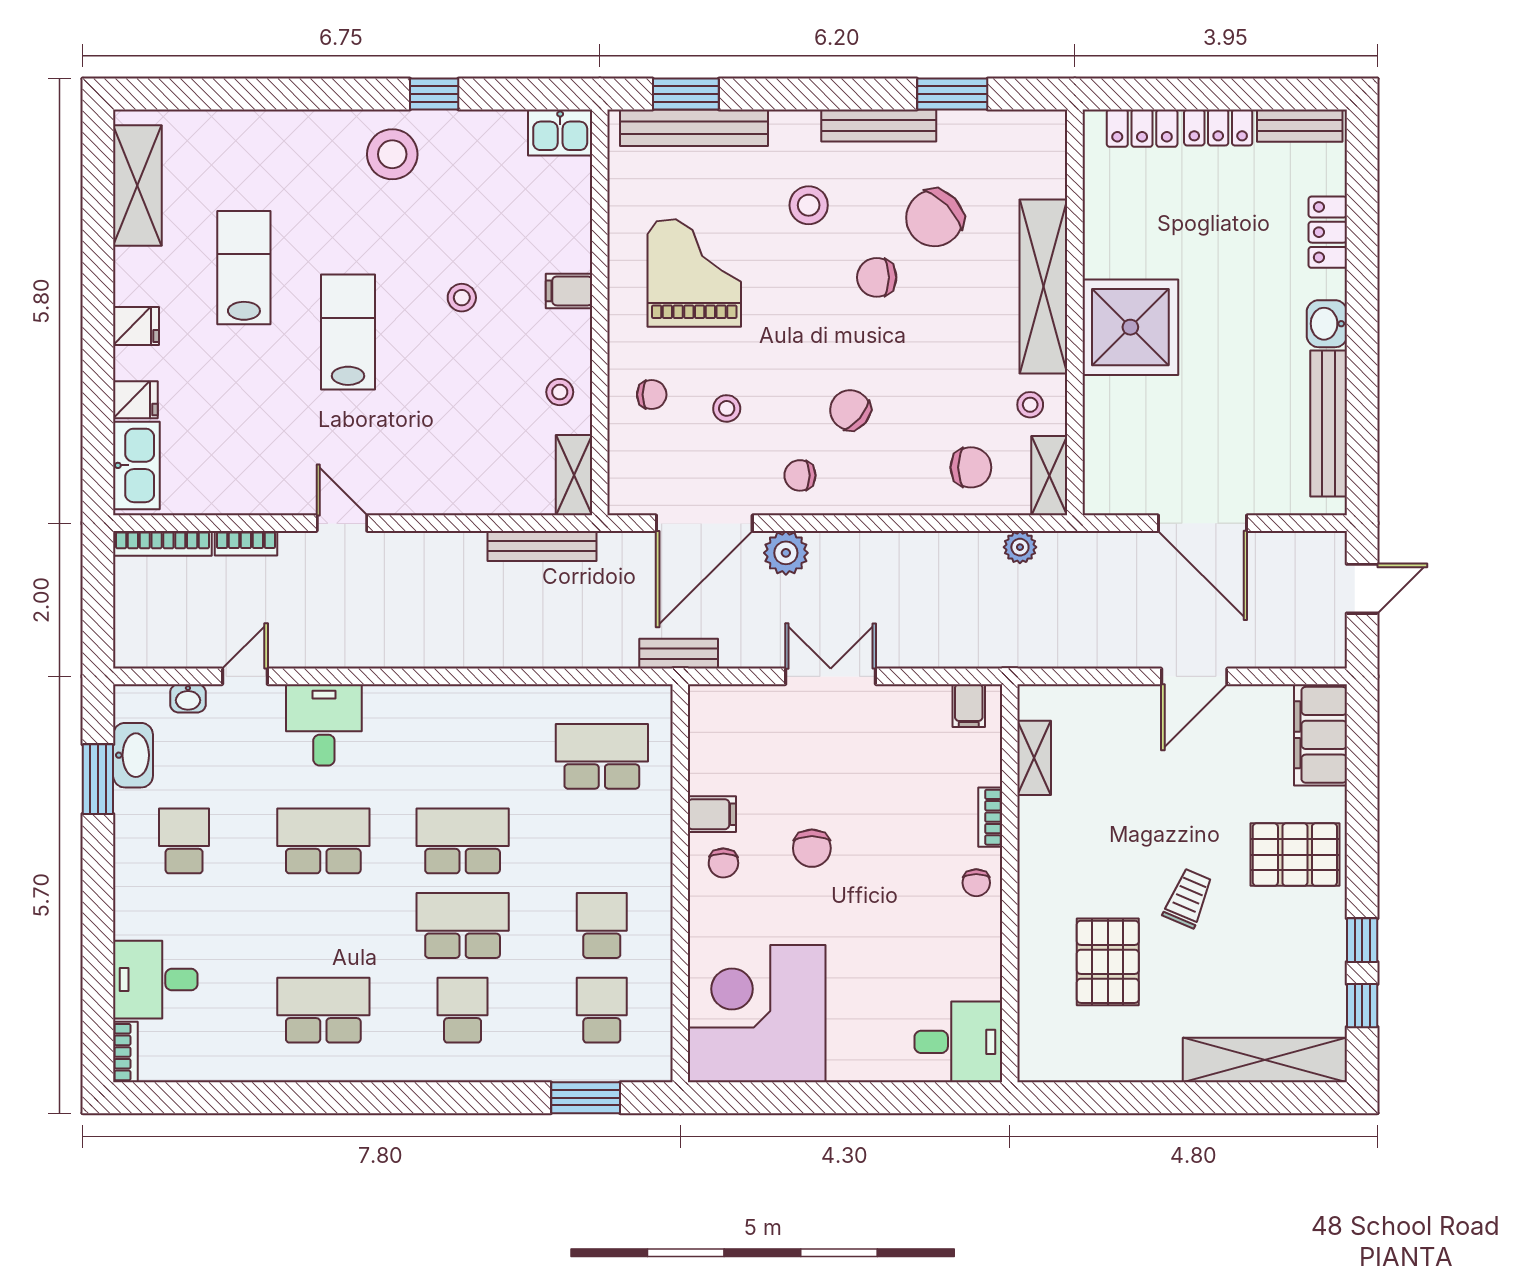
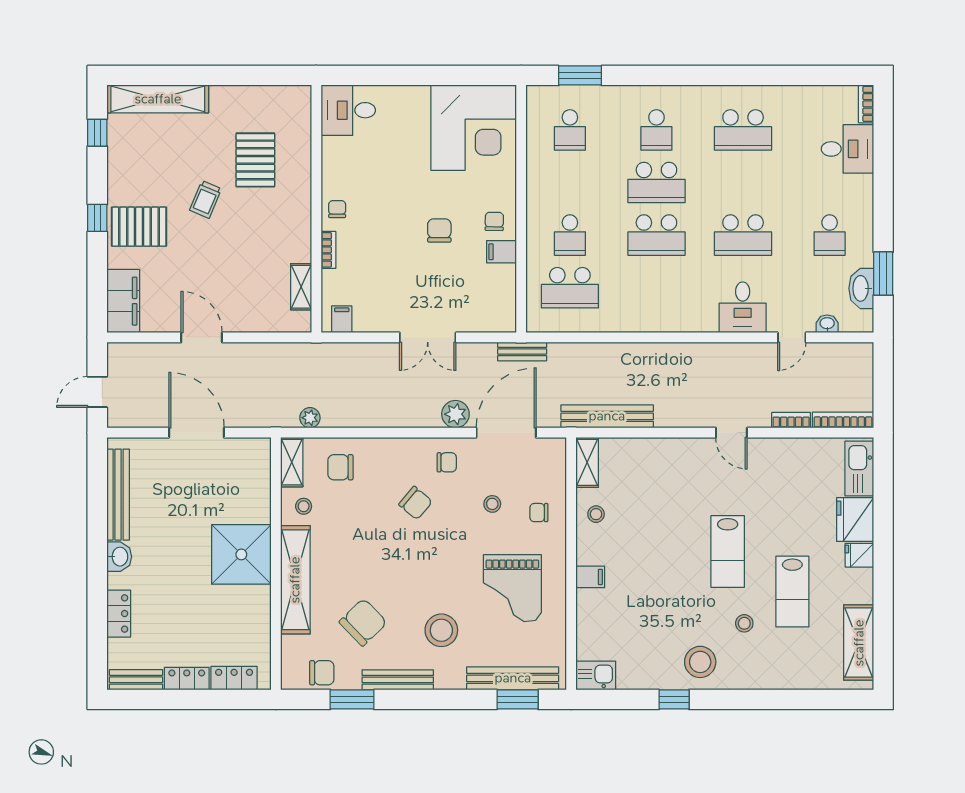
stool: (809, 205) -> (441, 630), width x1.38, depth x1.38
chair: (877, 277) -> (322, 673), moved
stool: (462, 298) -> (744, 623), moved
fridge: (135, 400) -> (855, 520), width x1.88, depth x1.34
bench: (542, 546) -> (607, 416), width x1.37, depth x1.21
door: (1194, 676) -> (202, 337), hinge flipped
school desk: (602, 926) -> (570, 235), moved
window: (1362, 940) -> (97, 218), moved

